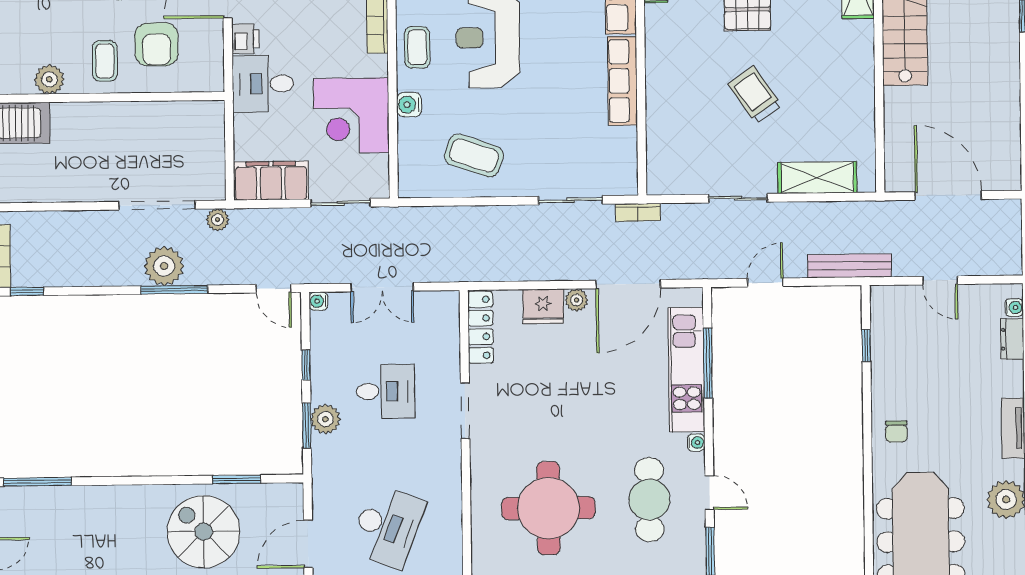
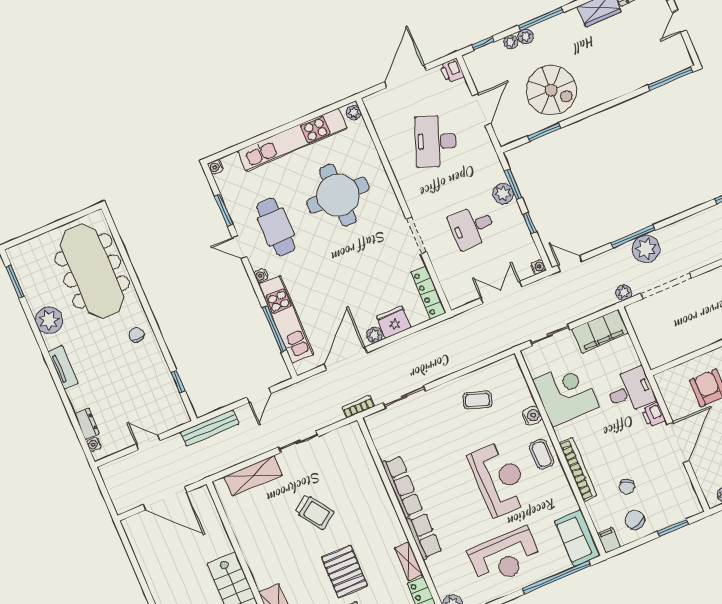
coffee table: (474, 156) -> (477, 400), width x0.73, depth x0.77

